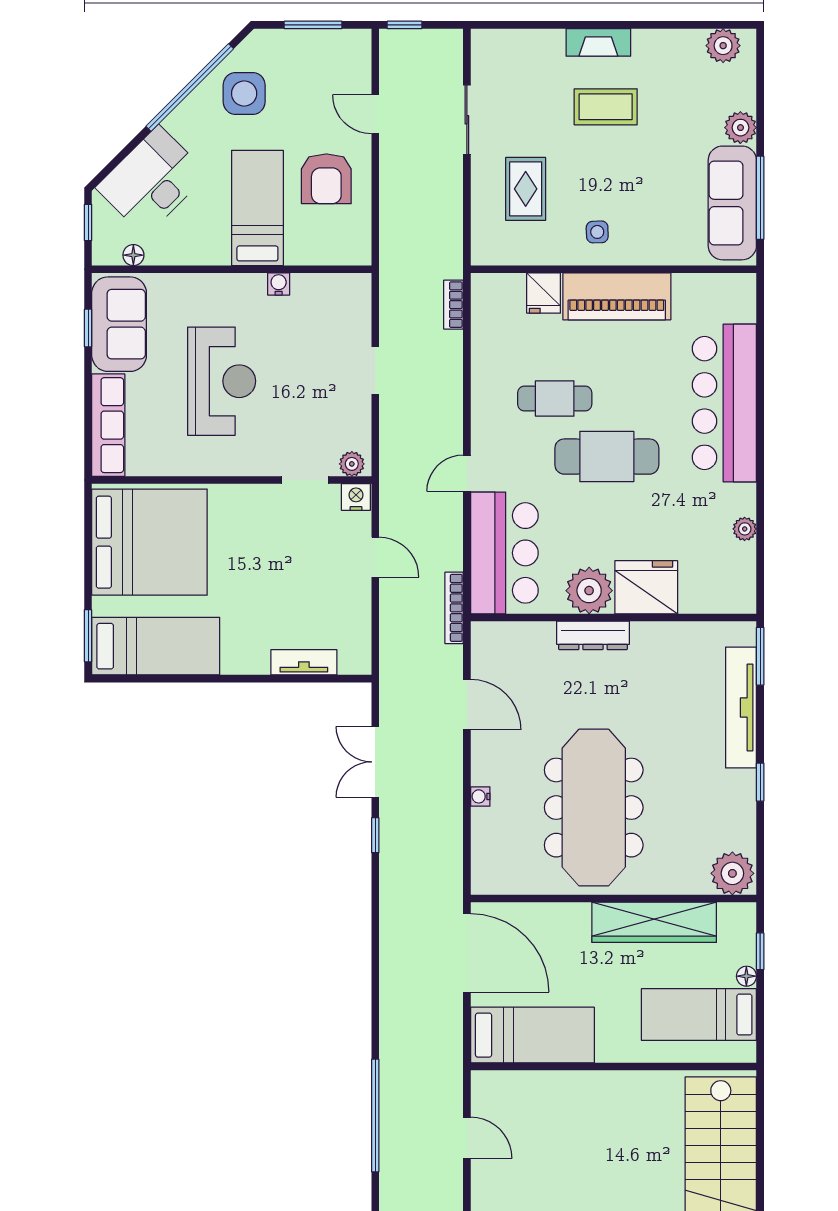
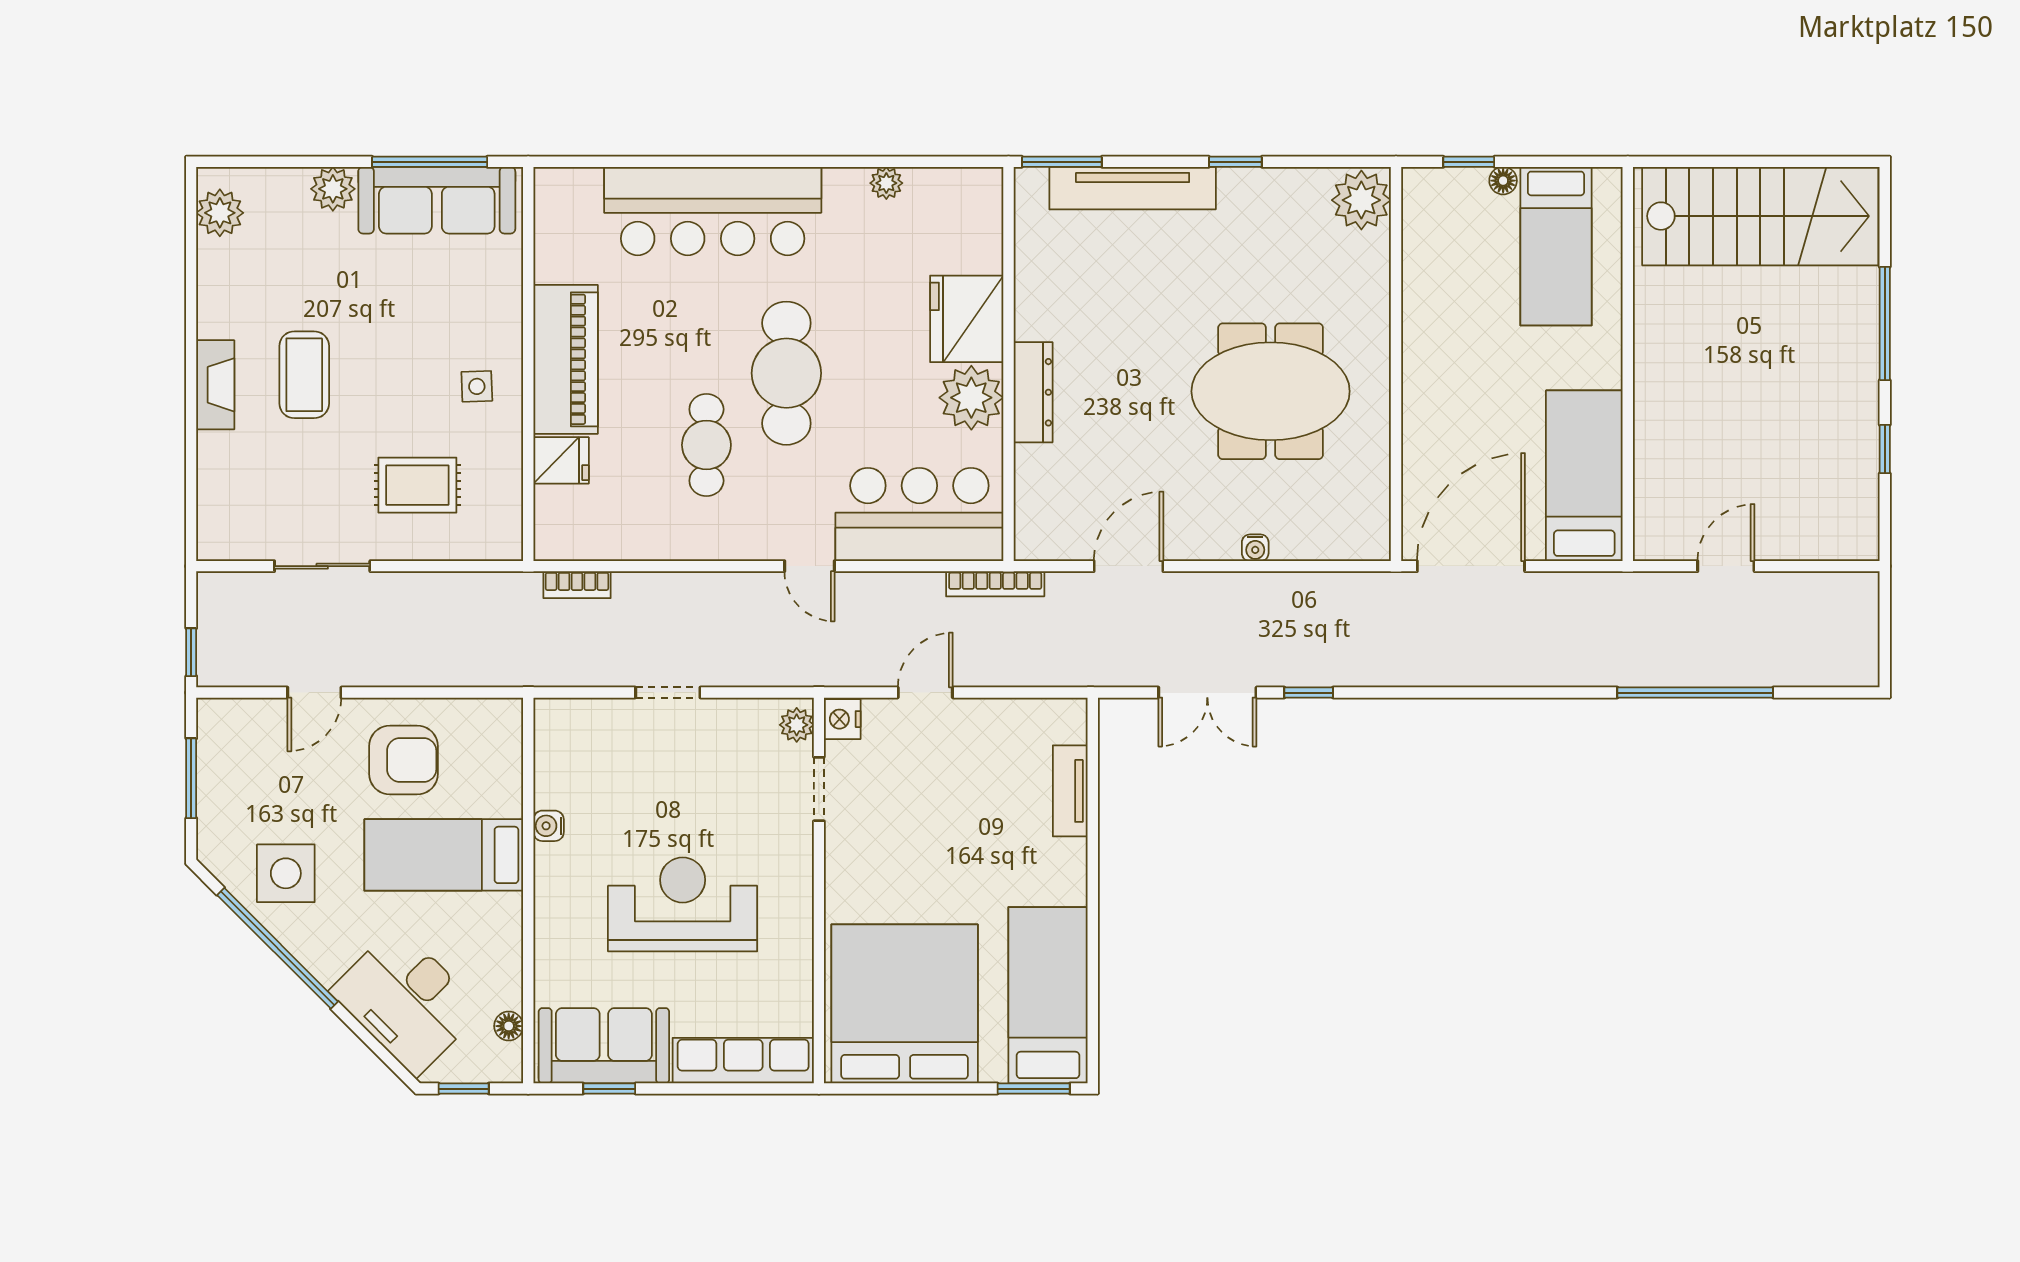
meeting table: (594, 808) -> (1271, 391), width x0.73
wardrobe: (654, 922) -> (1429, 308), removed

